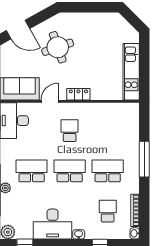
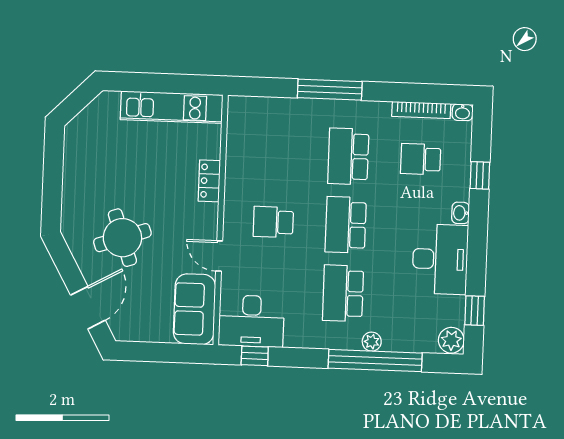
locker: (78, 94) -> (209, 181), moved

